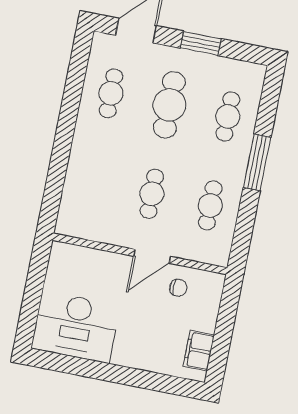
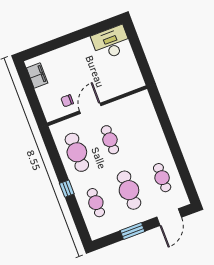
window: (257, 162) -> (67, 189), width x0.46
cafe table: (210, 205) -> (77, 152), width x1.37, depth x1.35
desk: (76, 327) -> (111, 43), width x0.73, depth x0.77

